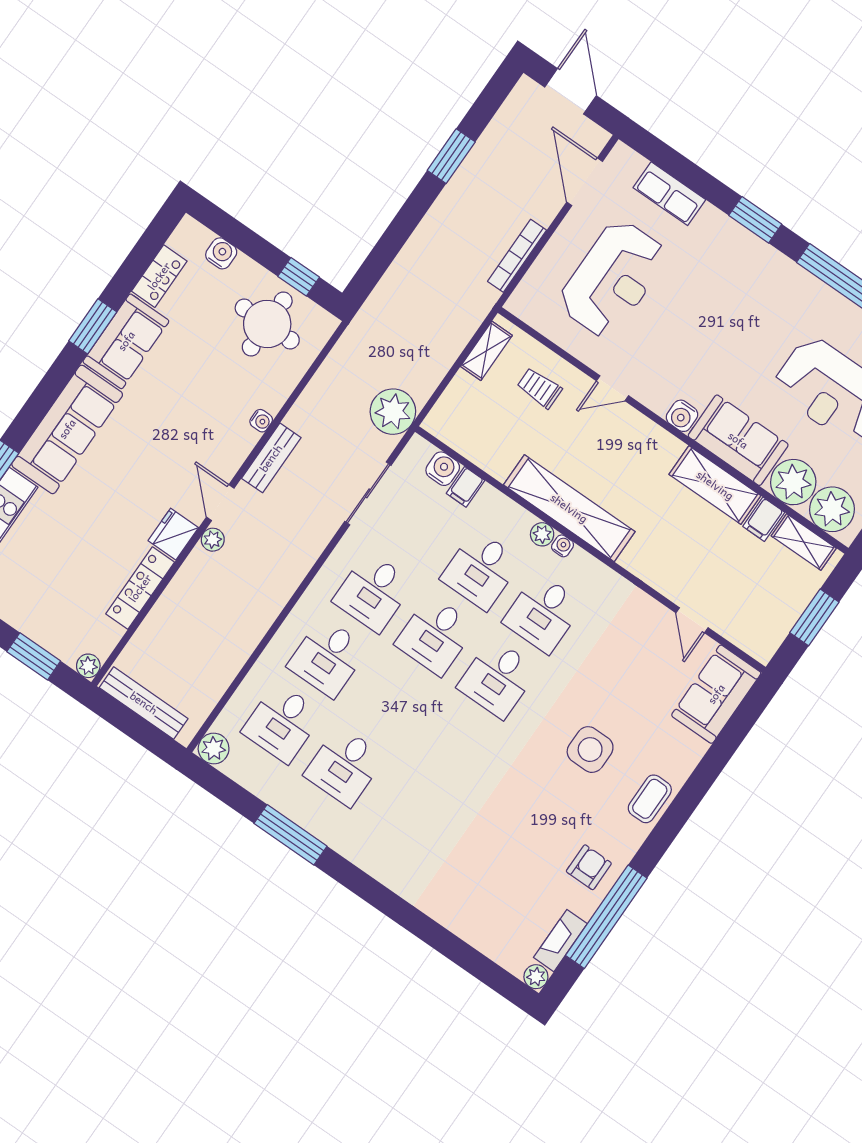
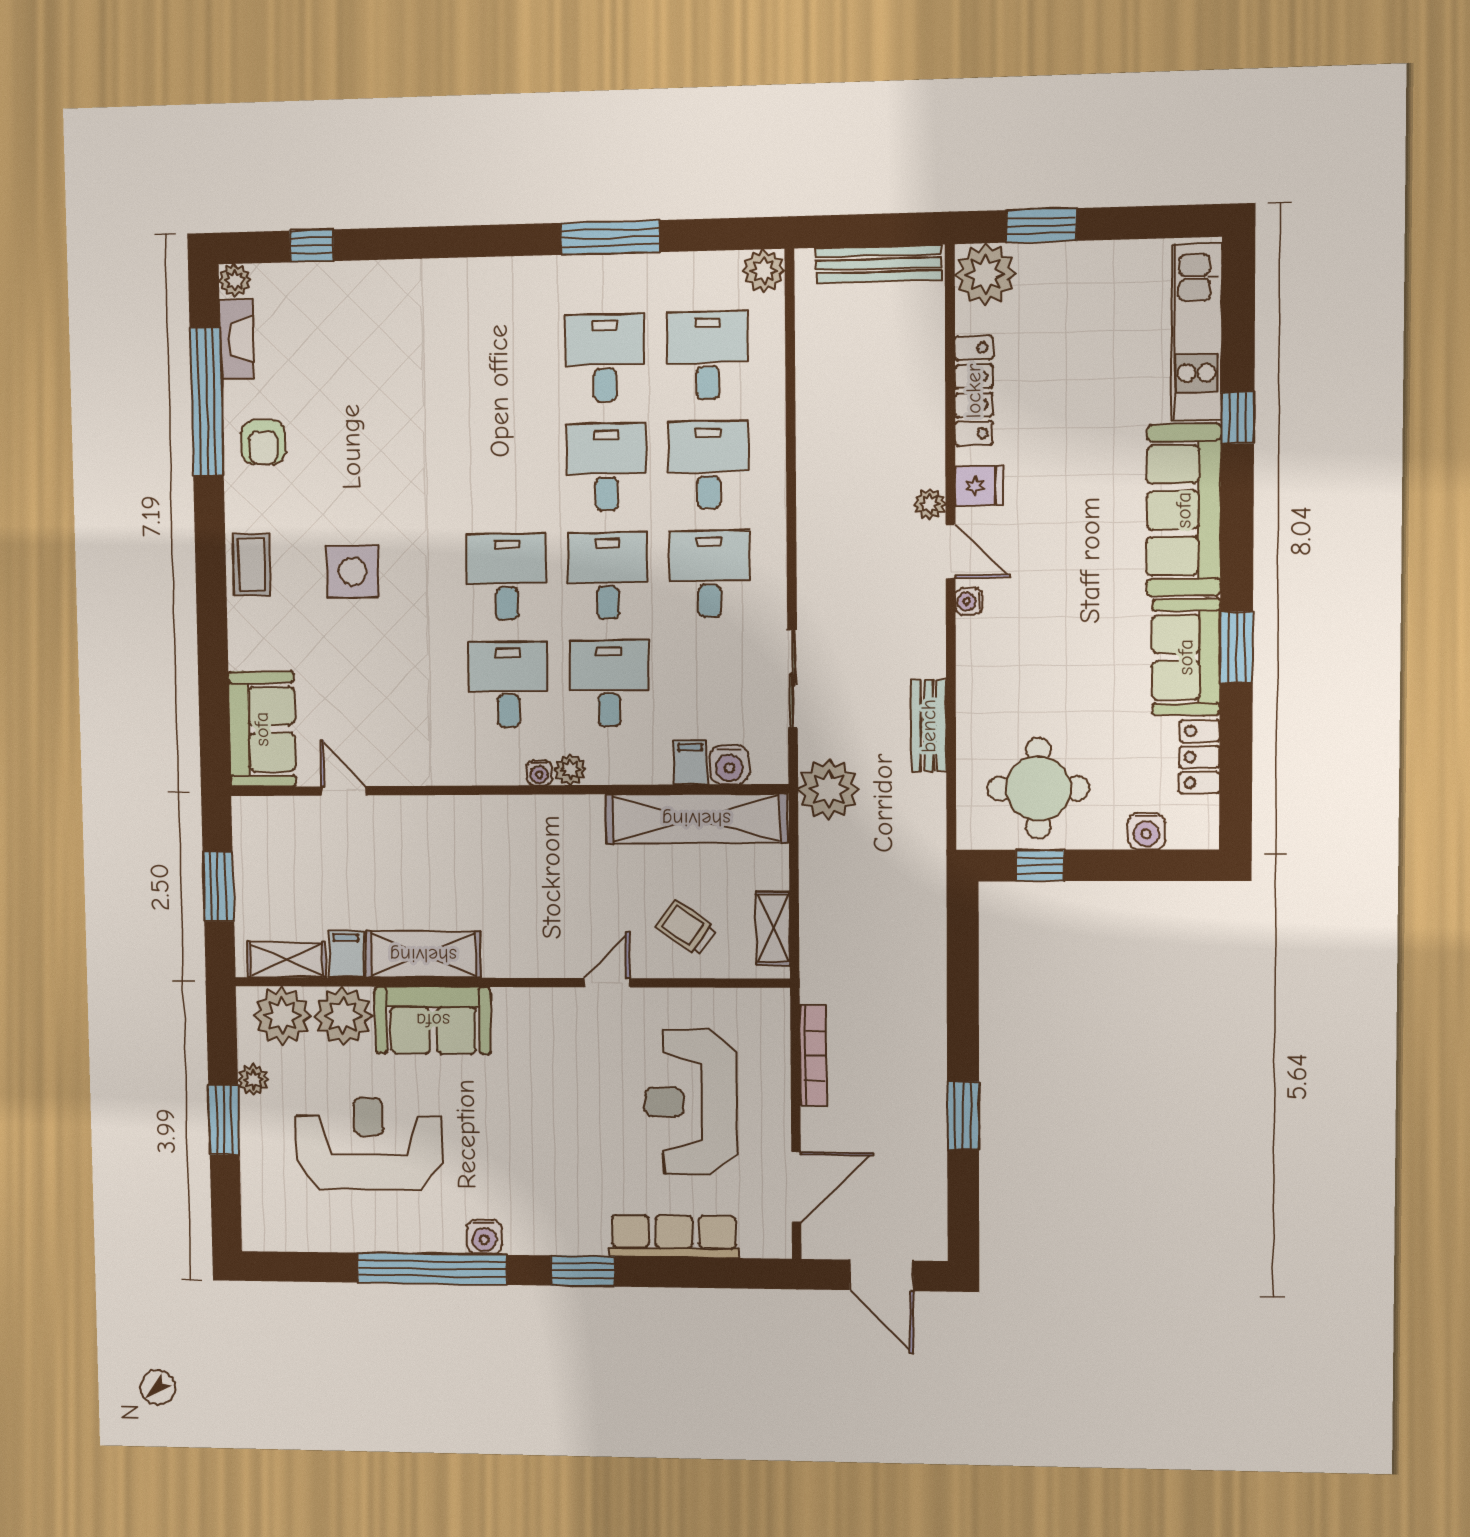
door: (585, 182) -> (796, 1187), hinge flipped
row of seats: (669, 194) -> (674, 1236), width x1.48
trolley: (539, 388) -> (686, 928), turned -145
water cooler: (682, 416) -> (484, 1237), moved, turned 180
water cooler: (261, 421) -> (969, 601), moved
bench: (271, 458) -> (929, 726), moved
shelving: (569, 508) -> (696, 819), moved
fridge: (173, 534) -> (979, 486), width x0.72
plant: (88, 666) -> (985, 274), width x1.88, depth x1.88
desk: (390, 701) -> (606, 467), added
window: (474, 962) -> (312, 246), added

